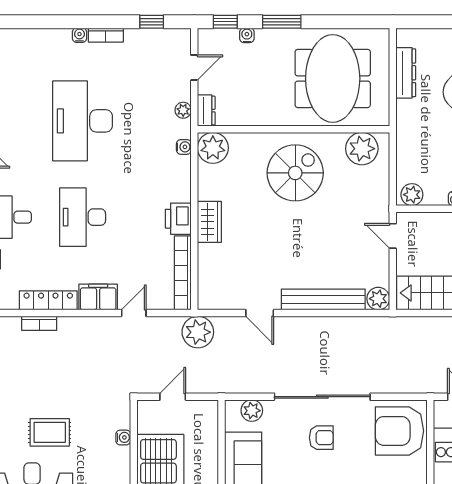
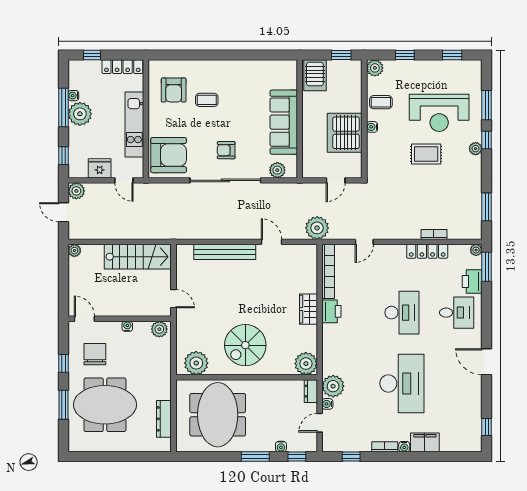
plant: (183, 110) -> (333, 386), width x1.88, depth x1.88
water cooler: (184, 147) -> (327, 404), moved
filing cabinet: (98, 297) -> (425, 442), moved, turned 180
plant: (378, 299) -> (184, 253), removed
water cooler: (123, 437) -> (372, 127), moved

